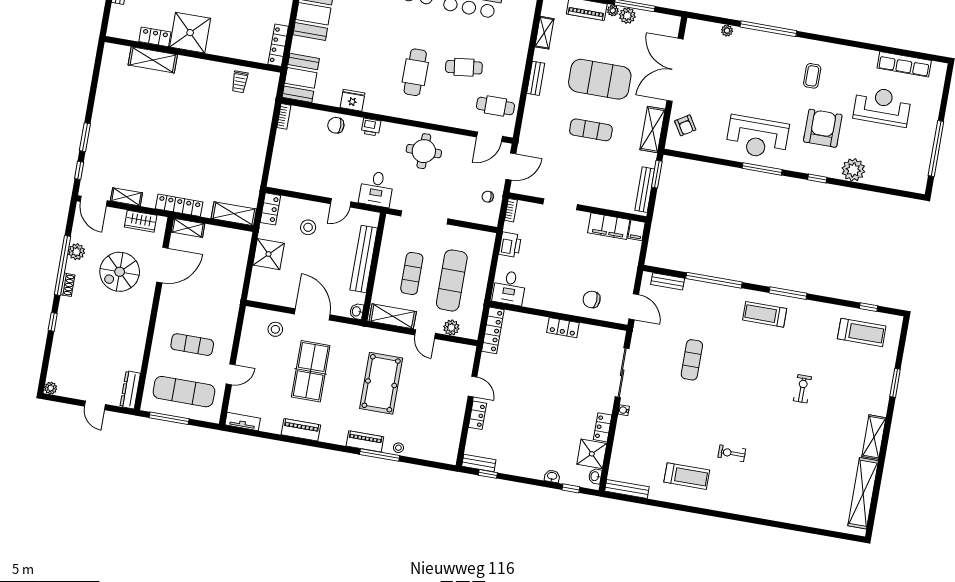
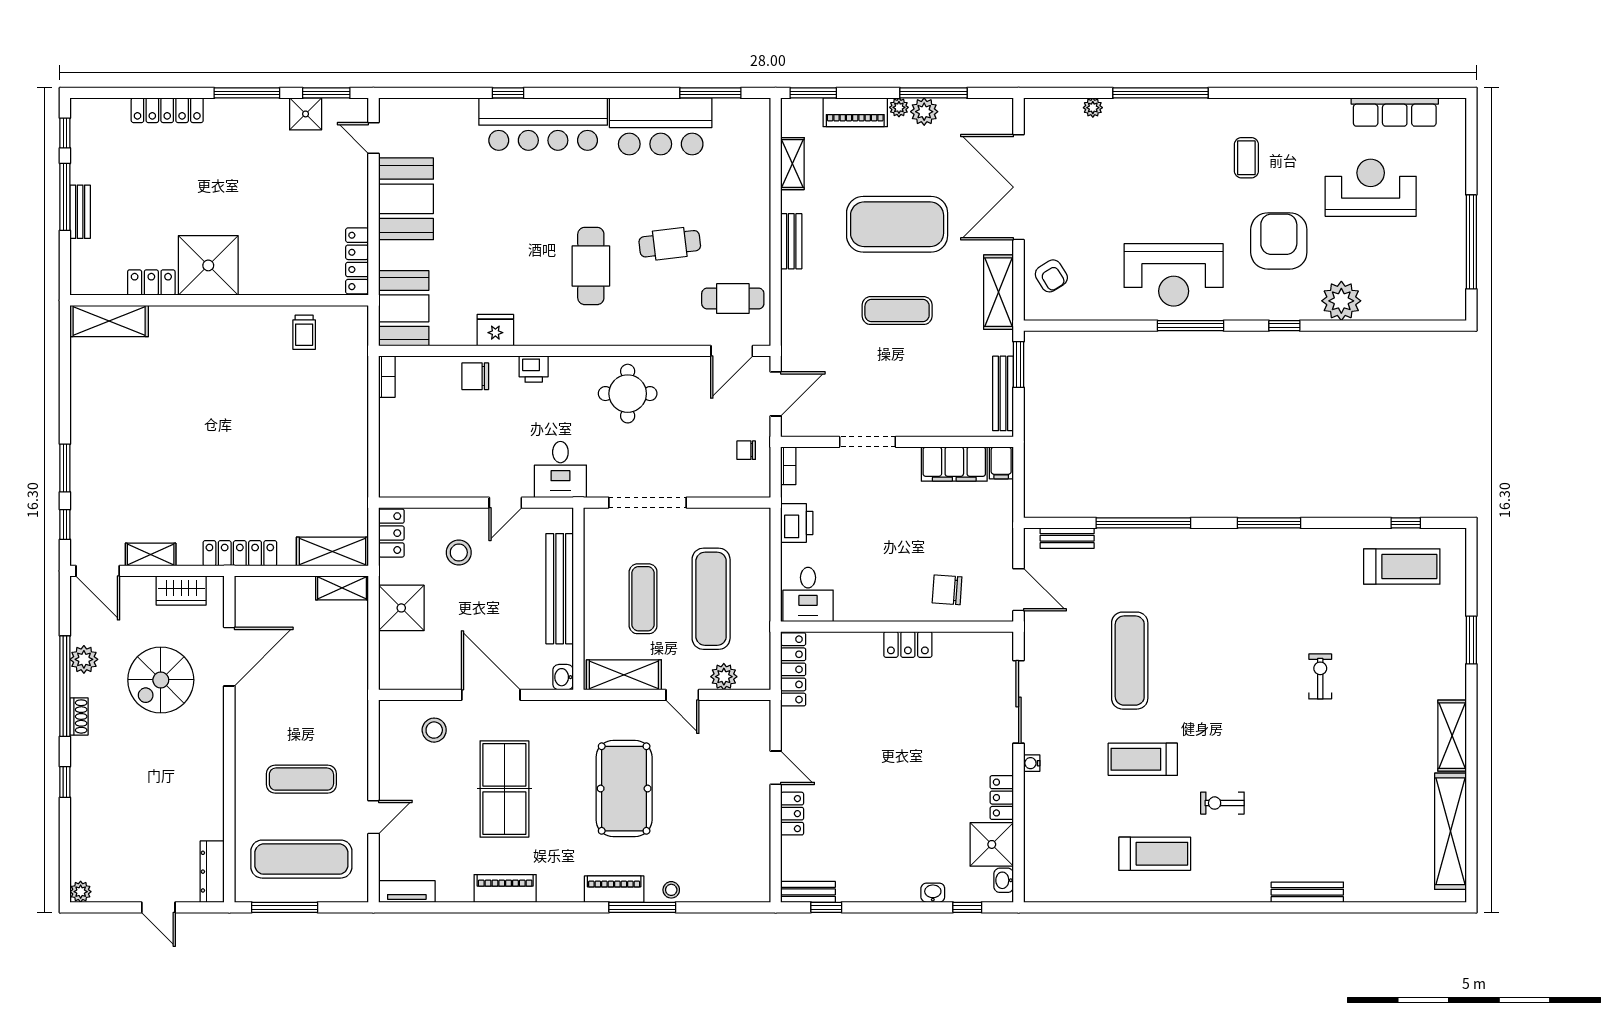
shelving: (153, 60) -> (109, 321), moved
shelving: (188, 228) -> (342, 588), moved
treadmill: (765, 314) -> (1143, 759), moved
exercise mat: (692, 360) -> (1130, 661), width x1.36, depth x1.45
bench: (627, 489) -> (1307, 892), moved

